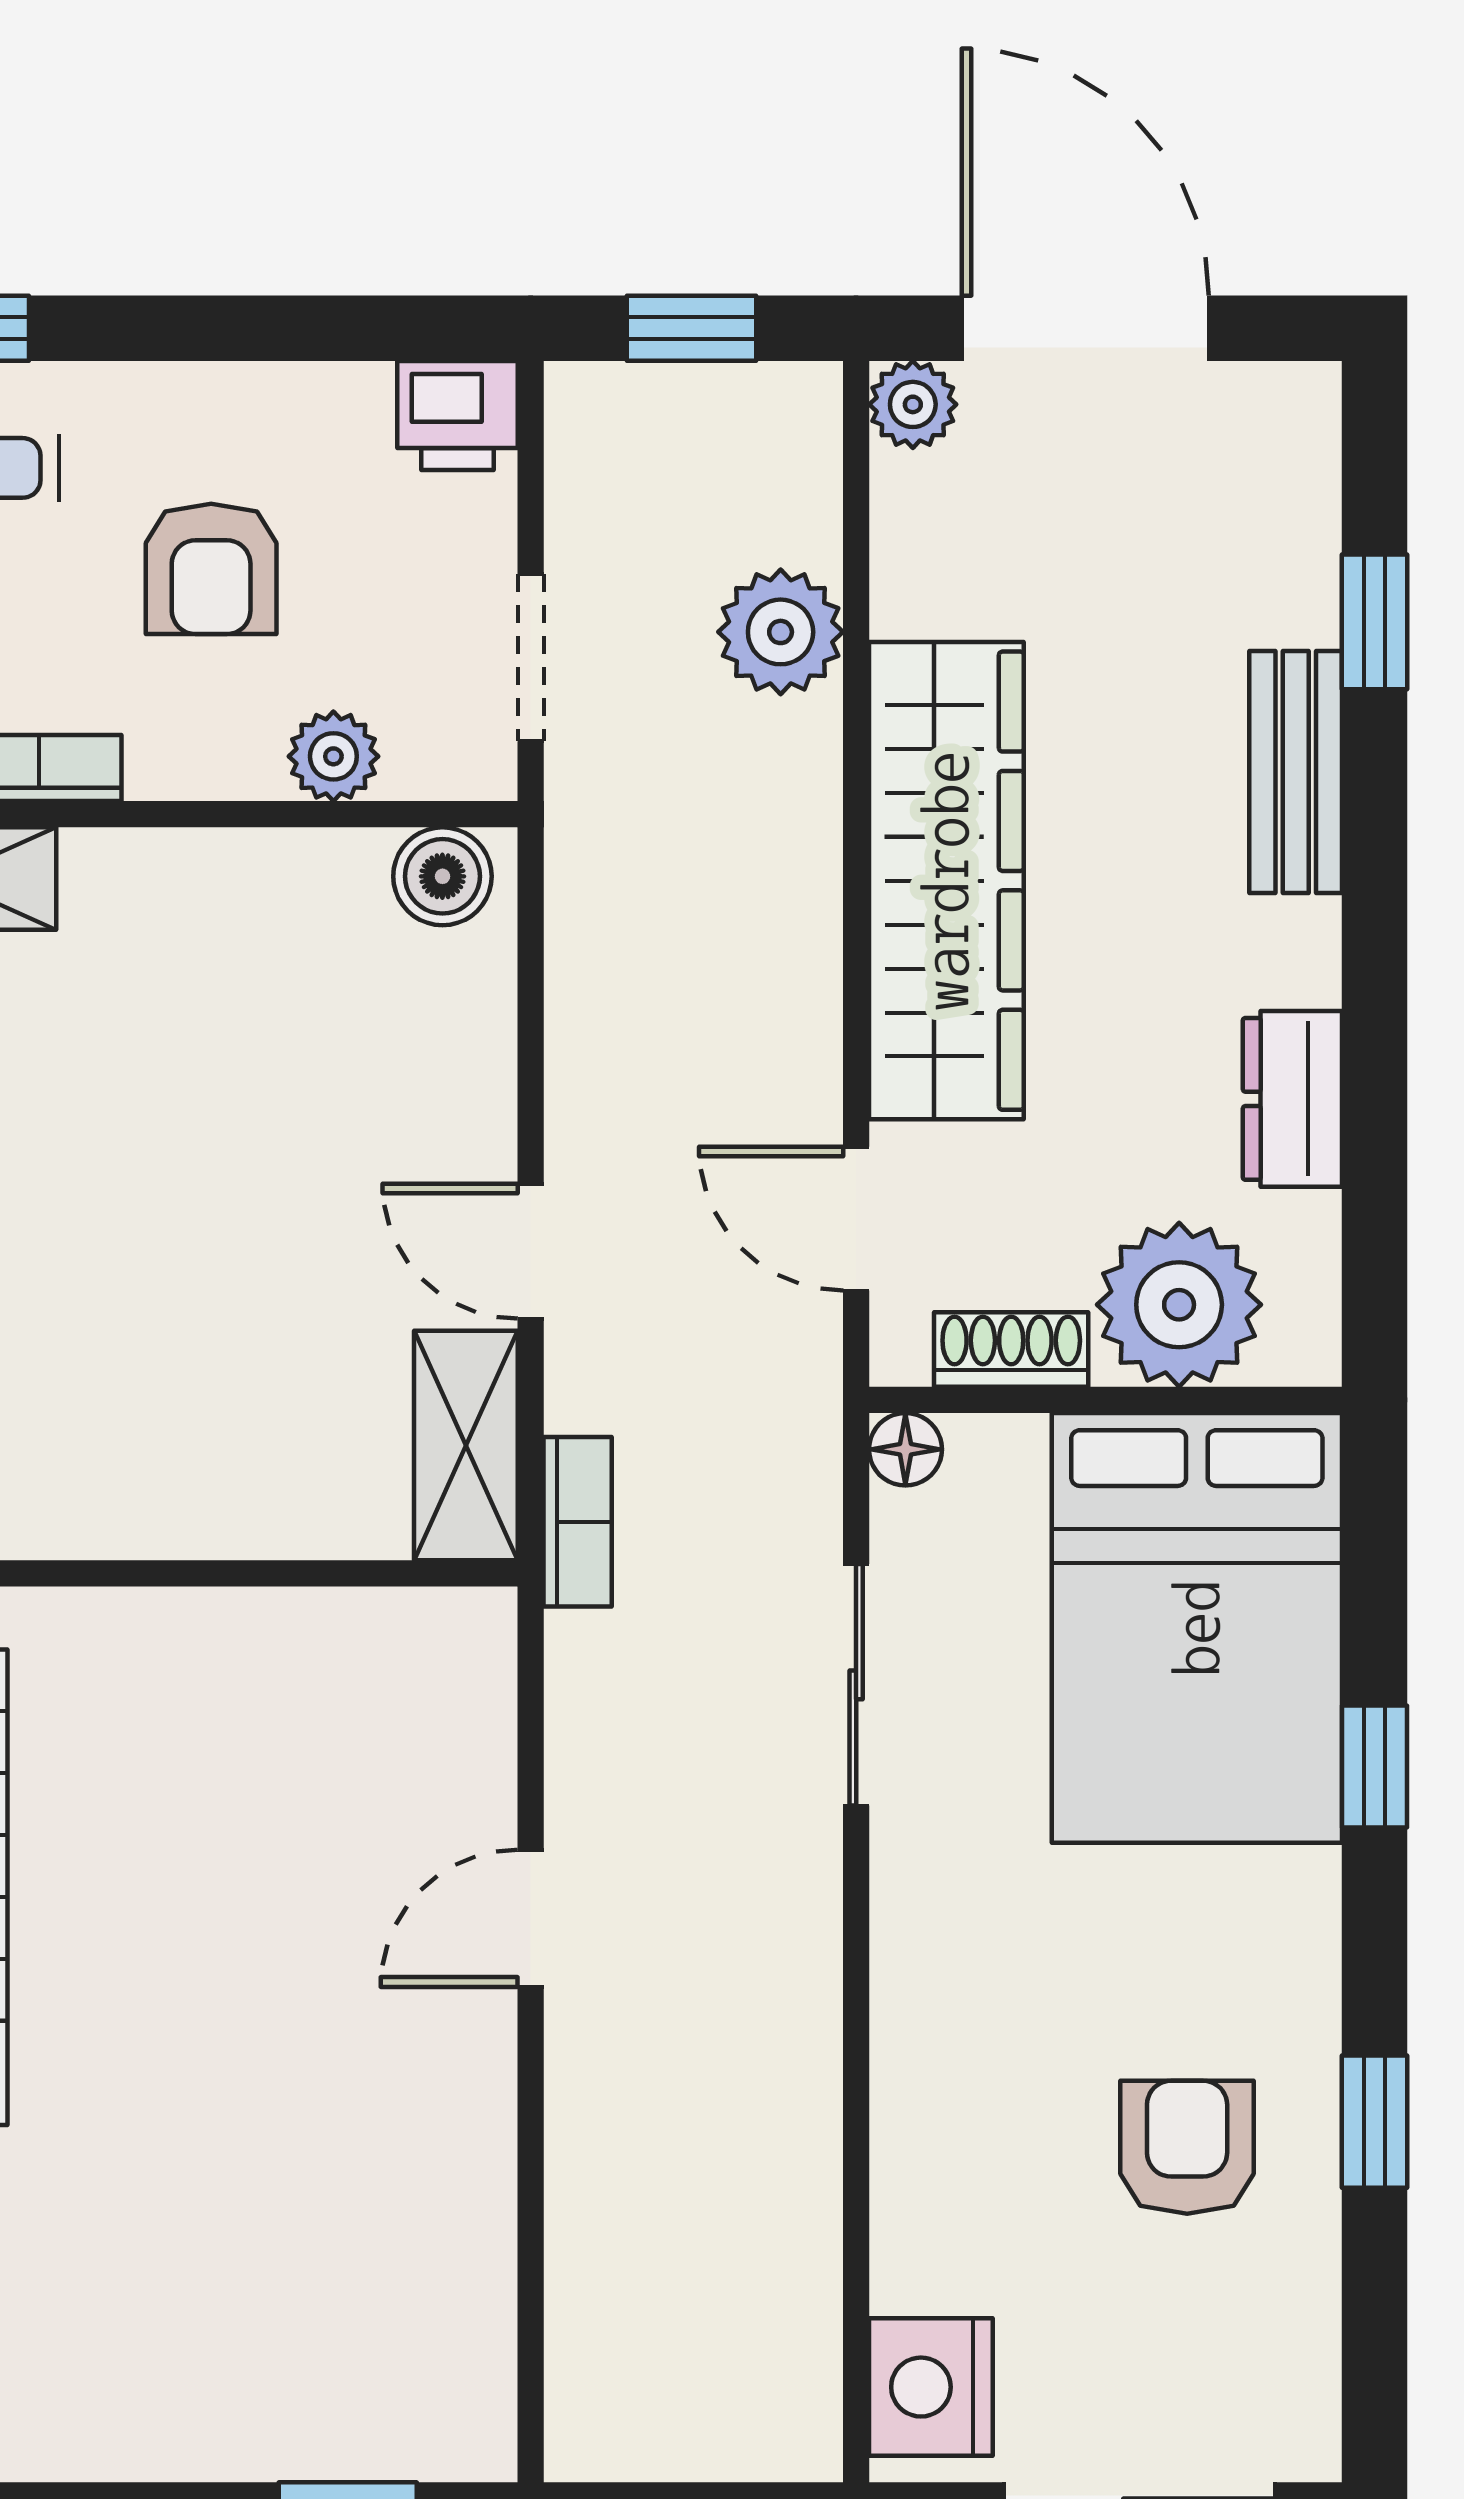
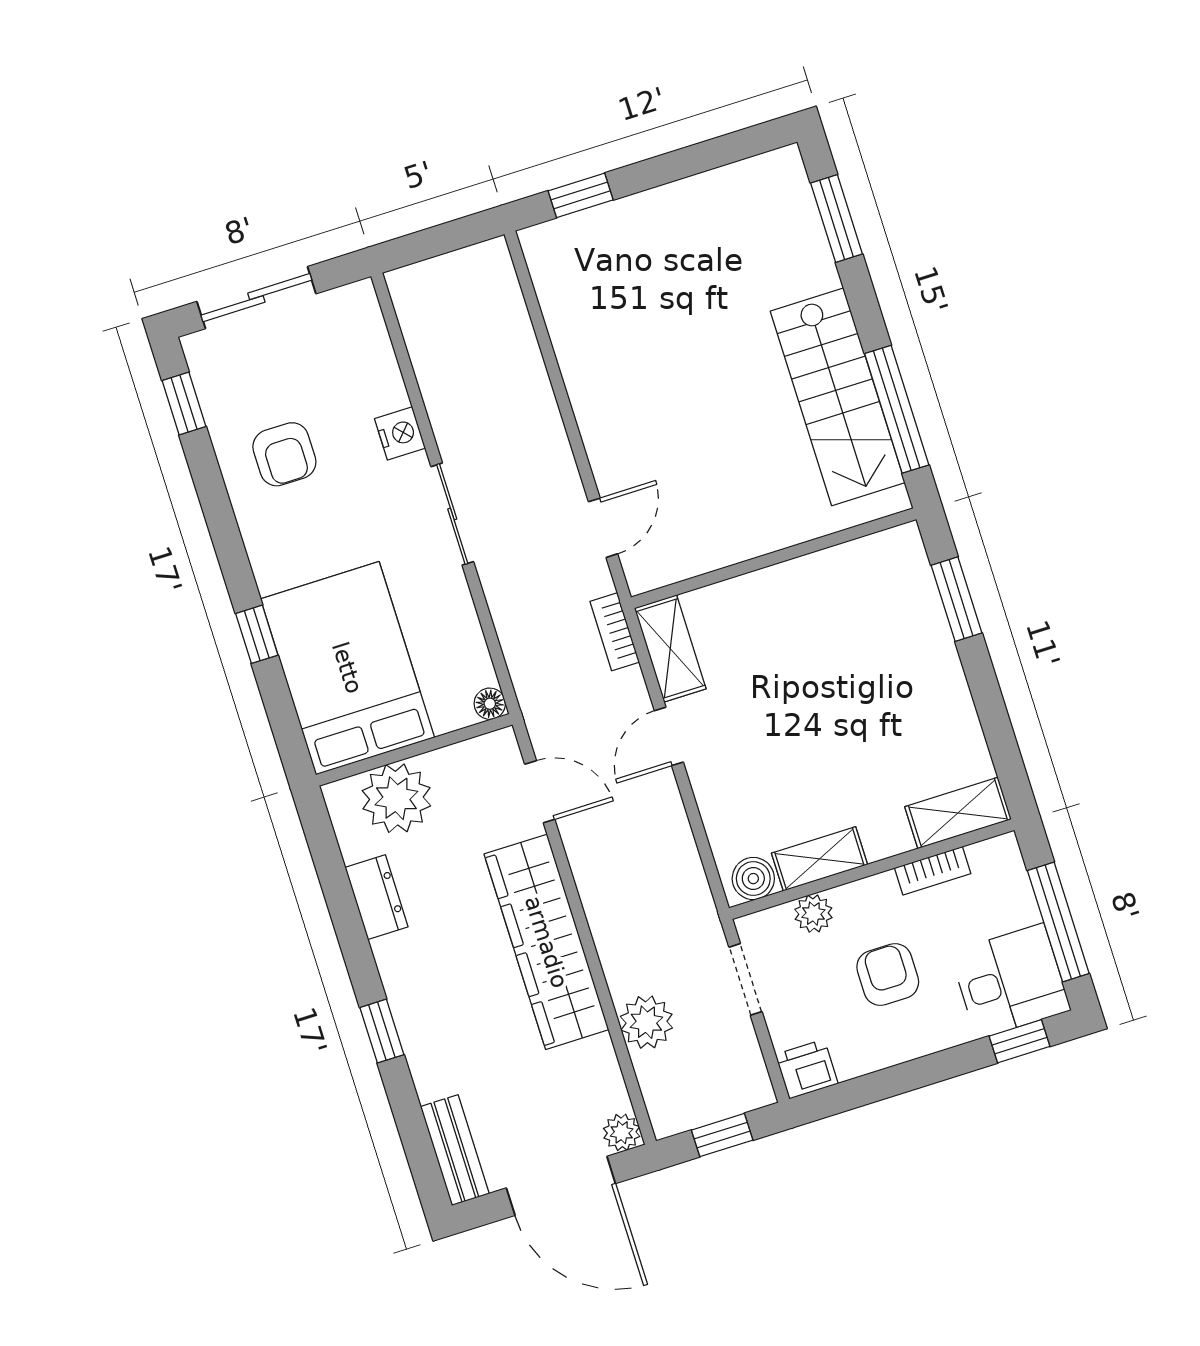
window: (1375, 622) -> (382, 1031), moved
bench: (1296, 772) -> (455, 1150), moved
shelving: (282, 874) -> (819, 859), added
door: (531, 1251) -> (669, 736), swing flipped
shoe rack: (1011, 1349) -> (459, 758), removed
sliding door: (856, 1685) -> (452, 514), moved
door: (531, 1918) -> (603, 528), moved
window: (1375, 2122) -> (184, 404), moved
nightstand: (931, 2387) -> (400, 433), moved, width x0.74, depth x0.75

